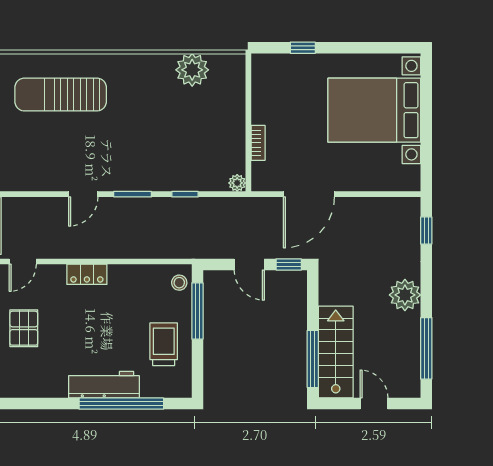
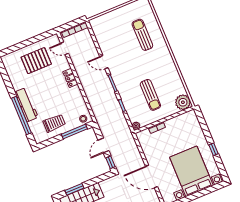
window: (303, 48) -> (214, 149), moved
plant: (192, 70) -> (183, 102), moved
sun lounger: (61, 95) -> (142, 35), width x0.73, depth x0.75
sun lounger: (188, 129) -> (150, 95), added
door: (309, 194) -> (152, 177), moved
pallet: (24, 328) -> (36, 61), width x1.50, depth x1.42
window: (313, 359) -> (74, 189), width x0.69

